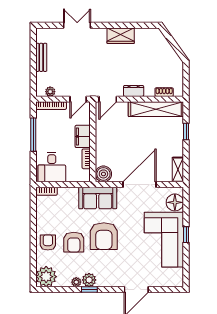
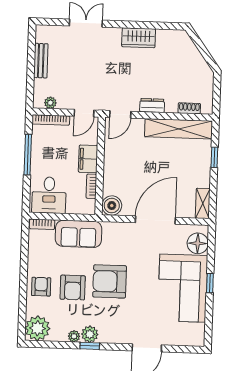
sofa: (98, 198) -> (78, 234), moved
armchair: (104, 236) -> (110, 281), turned 90

